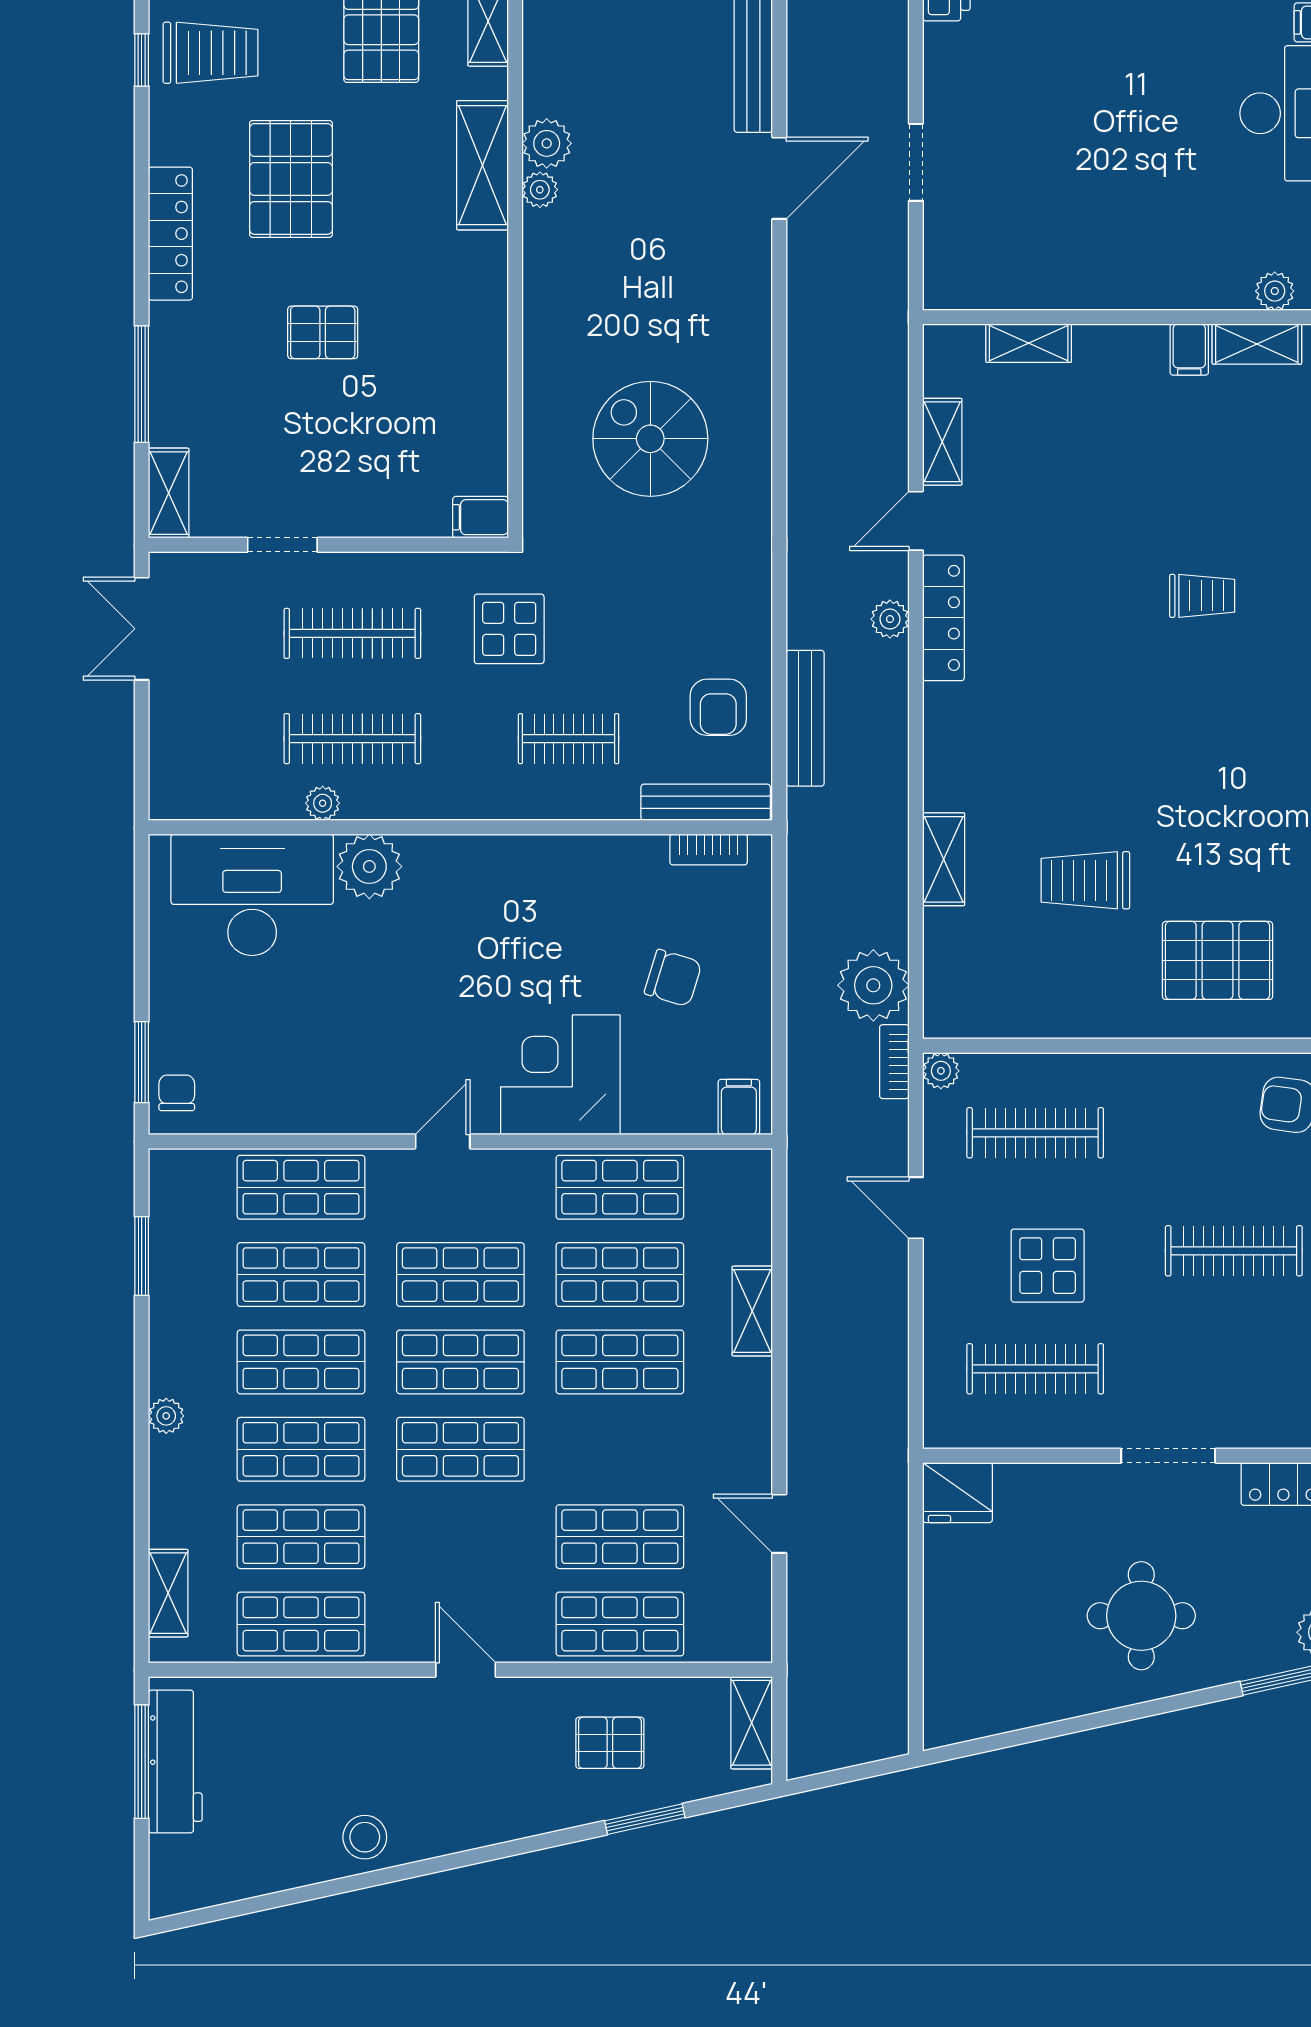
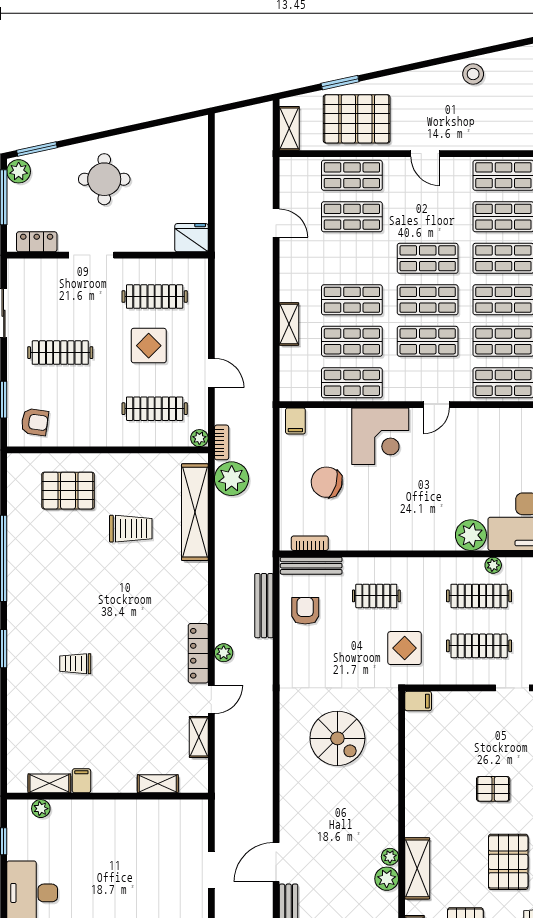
shelving: (944, 859) -> (195, 512), width x2.20, depth x1.33
chair: (673, 978) -> (327, 482), width x1.37, depth x1.37
pallet: (610, 1743) -> (357, 119), width x2.05, depth x2.00

